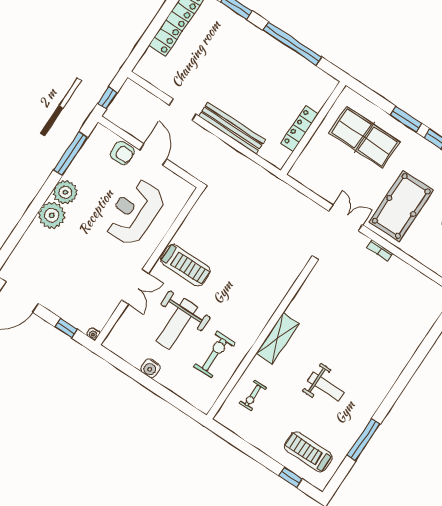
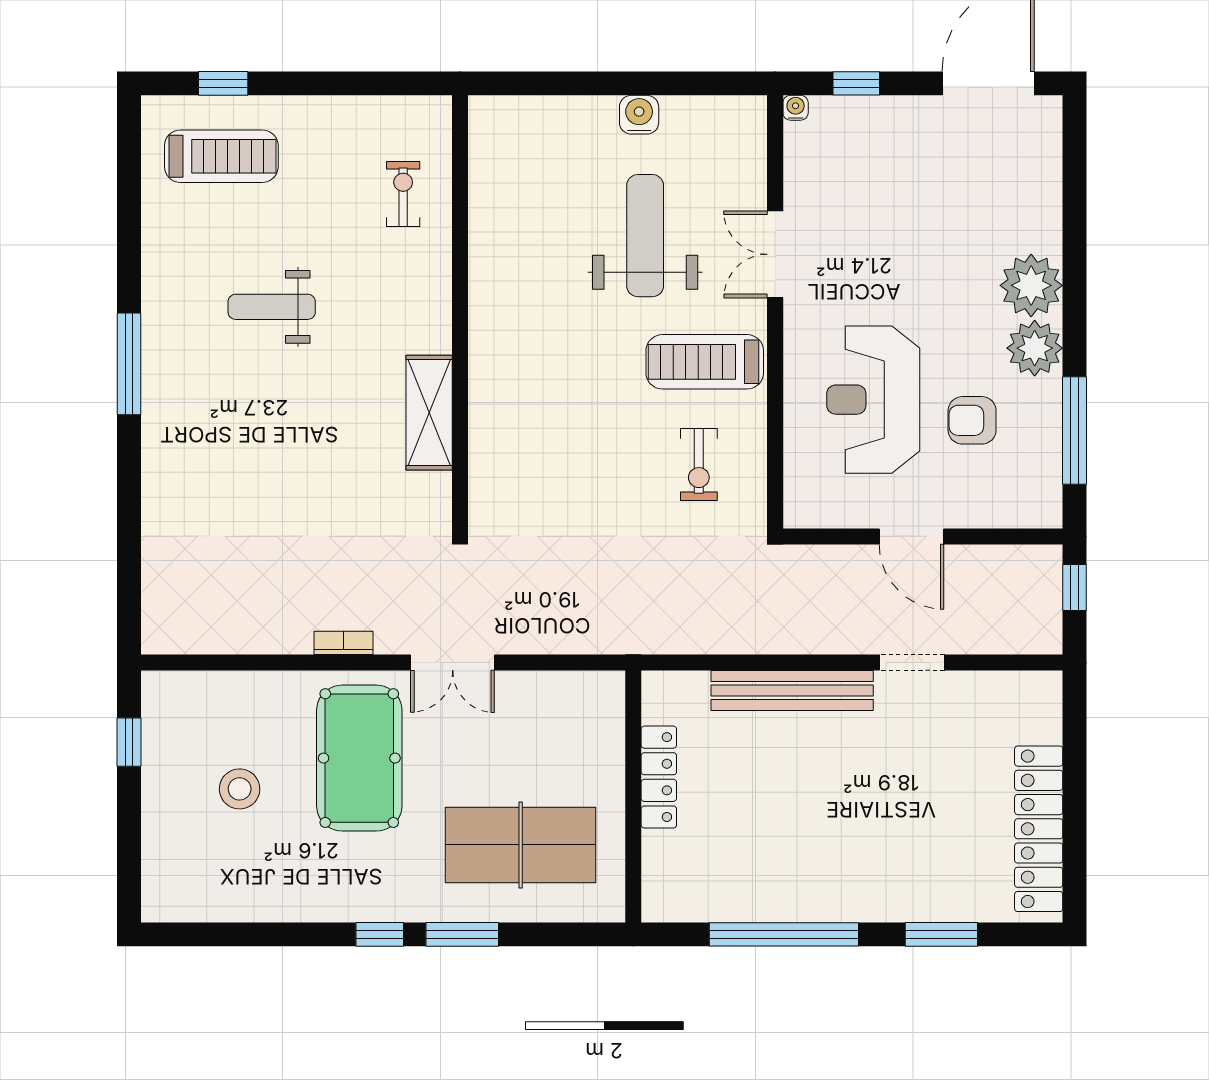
armchair: (122, 153) -> (972, 420), moved
reception desk: (135, 212) -> (873, 400), turned 180
shelving: (278, 338) -> (429, 413), moved
exercise bike: (214, 355) -> (699, 465), moved, width x0.73, depth x0.72
window: (364, 440) -> (129, 364), moved

